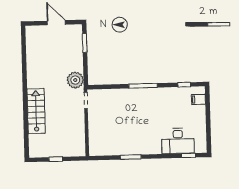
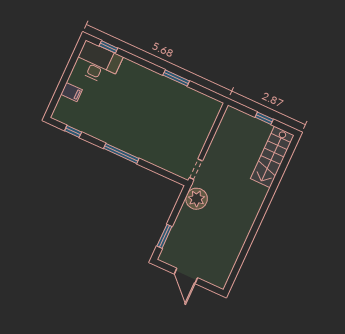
filing cabinet: (198, 99) -> (71, 92), moved
stairs: (36, 111) -> (272, 157), moved
desk: (178, 141) -> (98, 63), moved

